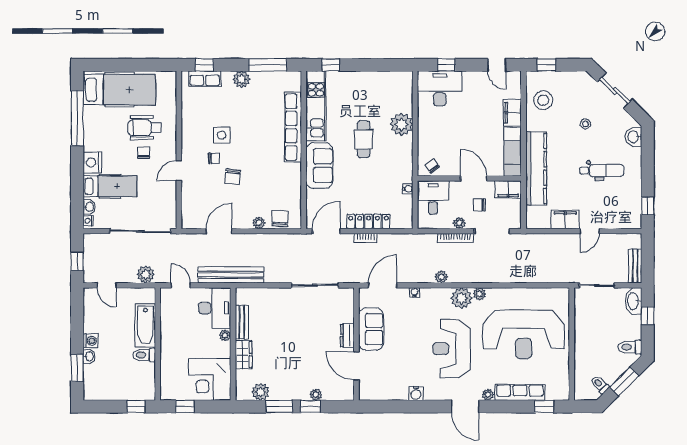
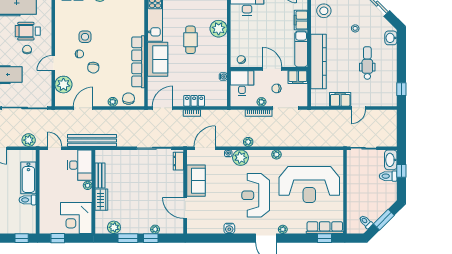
row of seats: (293, 127) -> (138, 62), moved
dental chair: (602, 171) -> (367, 63), turned -90
plant: (192, 200) -> (63, 85), added
locker: (369, 222) -> (194, 101), width x0.66
bench: (635, 266) -> (392, 134), removed
plant: (462, 298) -> (241, 158), moved
dresser: (347, 335) -> (178, 161), moved
toilet: (630, 347) -> (388, 176), moved
row of seats: (520, 392) -> (325, 228), moved

